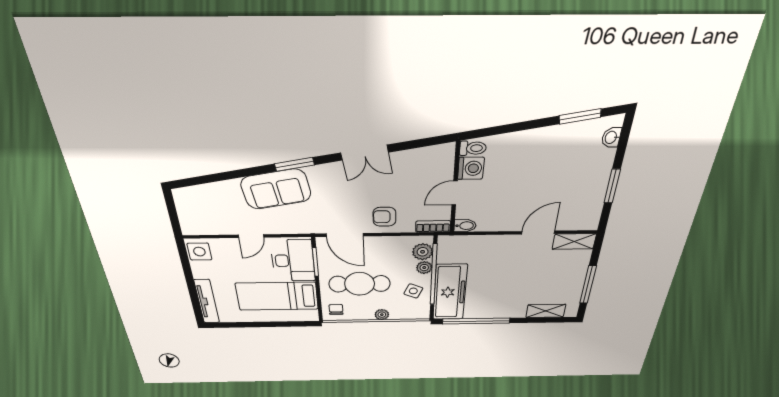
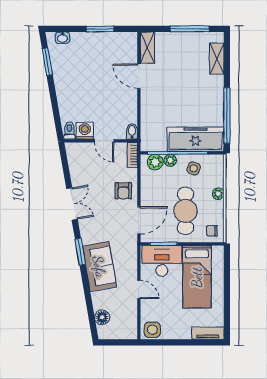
floor lamp: (204, 193) -> (102, 317), added
tv unit: (207, 301) -> (208, 333), width x0.71

